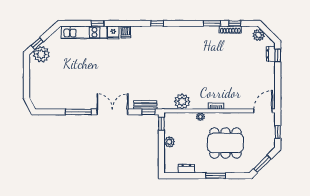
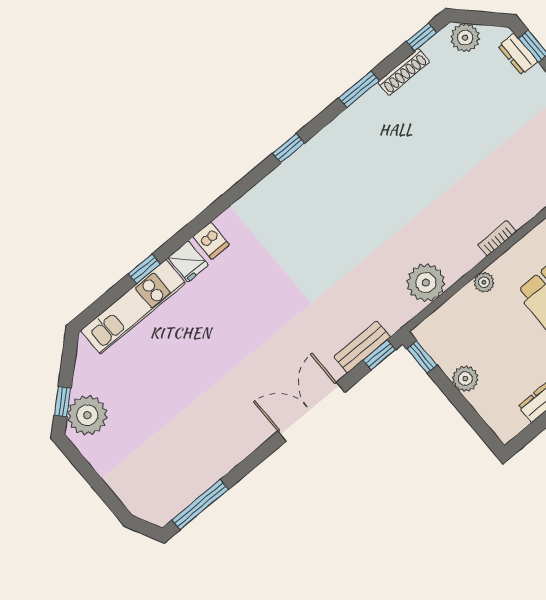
window: (157, 23) -> (289, 148), moved
window: (235, 23) -> (421, 37), moved
window: (78, 112) -> (200, 505), moved

